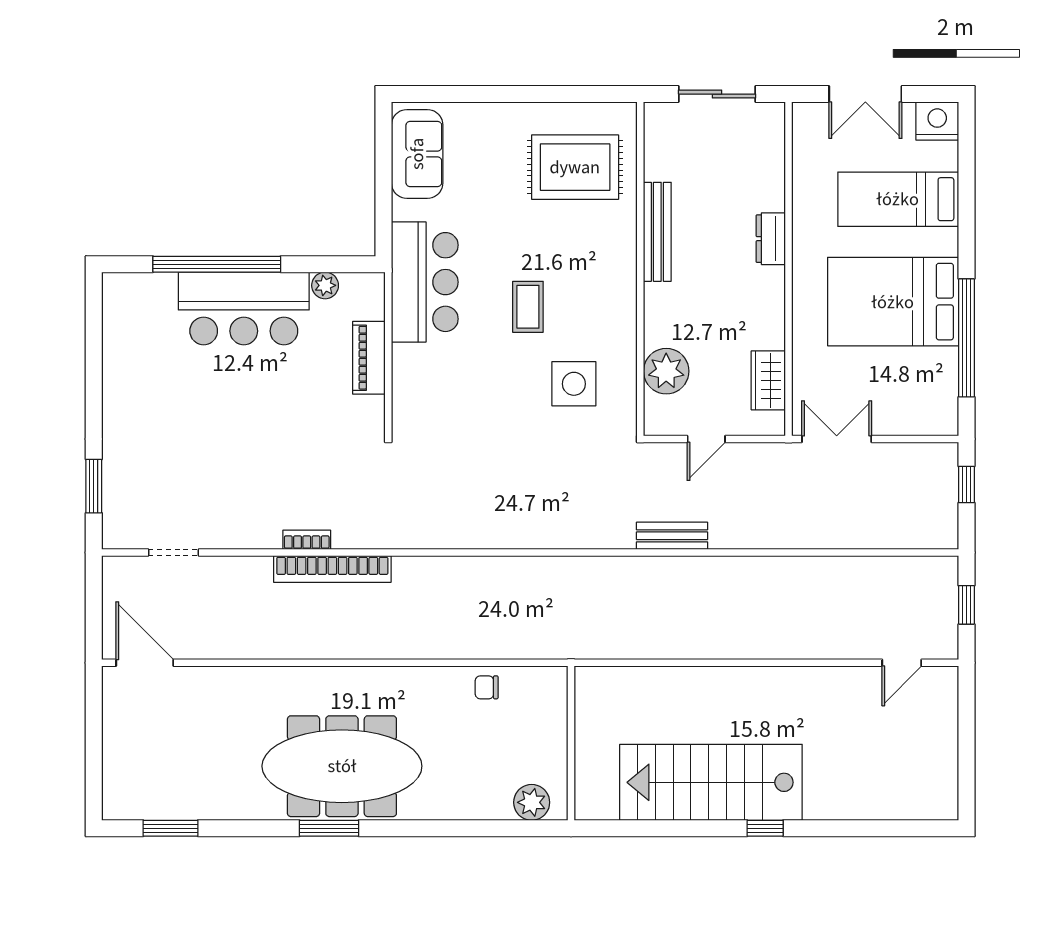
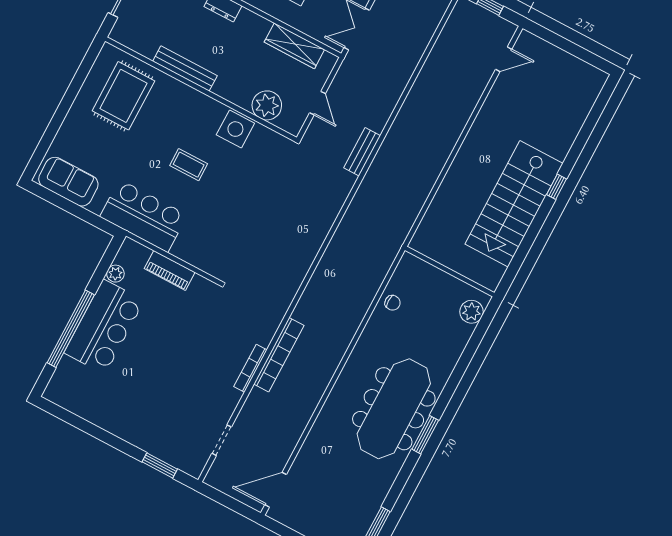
wardrobe: (768, 380) -> (294, 46), width x1.50
side table: (574, 384) -> (235, 129), moved
bookcase: (307, 540) -> (250, 368), width x1.56
door: (902, 663) -> (504, 59), hinge flipped
chair: (487, 687) -> (393, 303), turned -90

